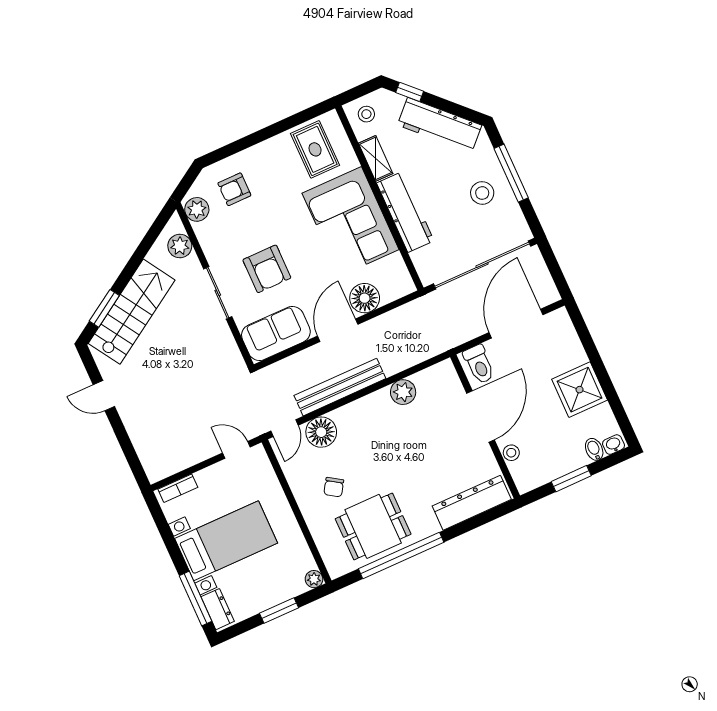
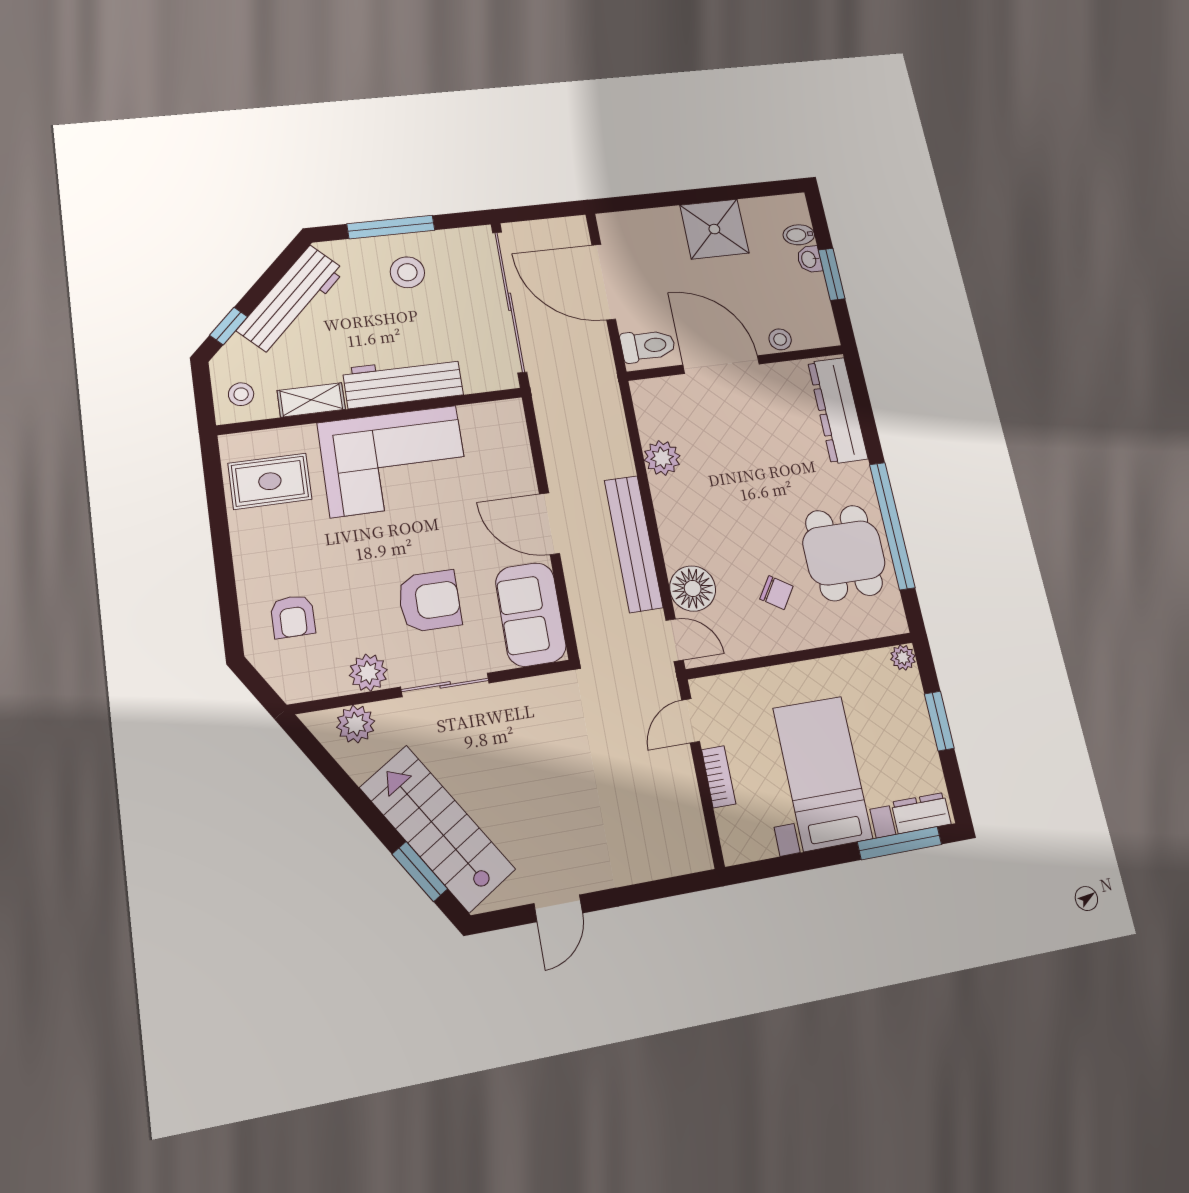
plant: (197, 209) -> (368, 673), moved
floor lamp: (365, 298) -> (513, 473), removed
washbasin: (614, 445) -> (809, 259), moved
bookcase: (178, 488) -> (719, 777), moved

